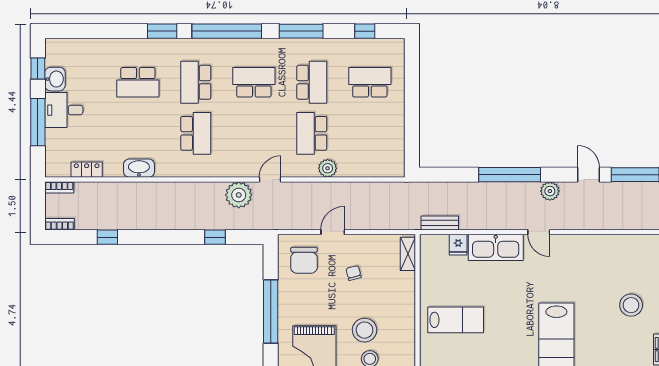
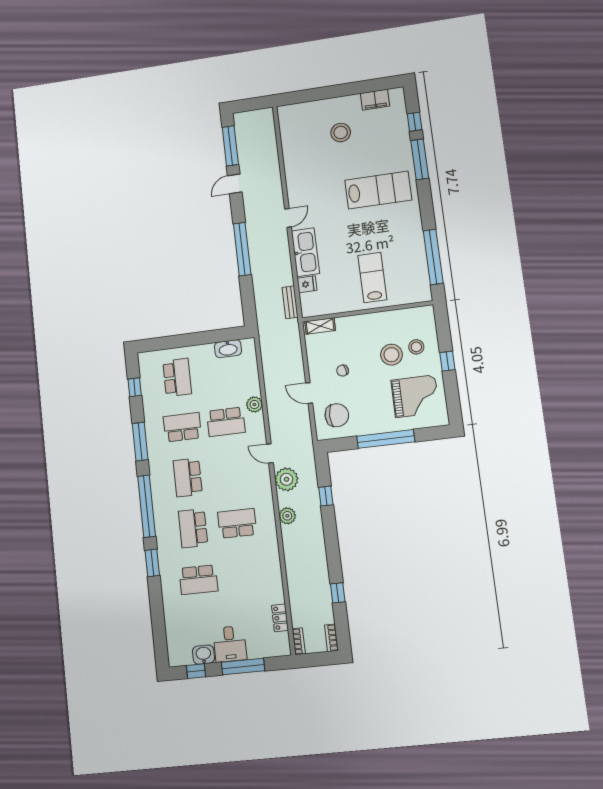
school desk: (138, 82) -> (198, 580), turned 90
school desk: (196, 82) -> (193, 528), turned 90
school desk: (370, 82) -> (177, 377), turned 180
washbasin: (139, 168) -> (228, 349), moved, turned -90
plant: (550, 191) -> (287, 516), moved

